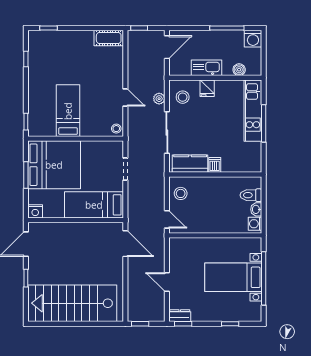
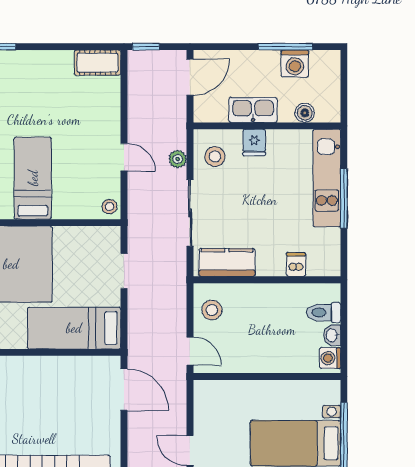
washing machine: (253, 39) -> (295, 64), moved
dishwasher: (215, 165) -> (296, 264), moved

